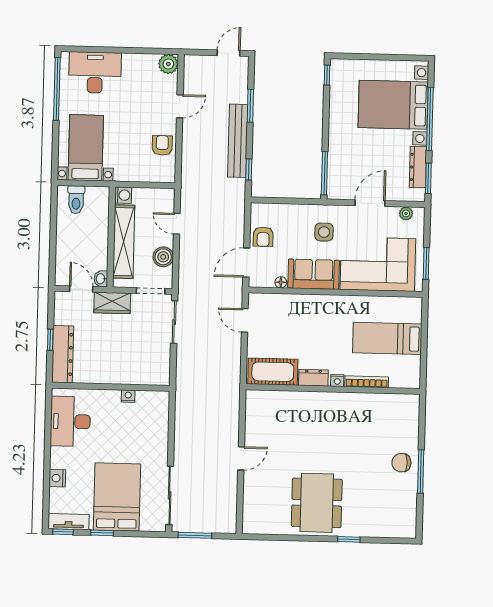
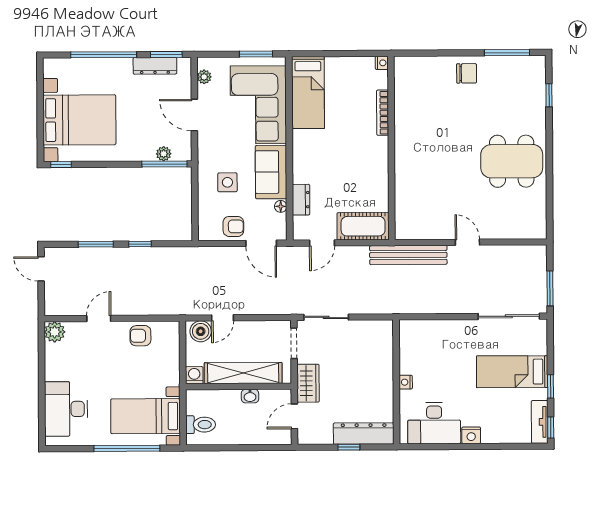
window: (57, 89) -> (127, 448), moved
bed with nightstands: (393, 105) -> (79, 120), moved, turned -90
door: (180, 106) -> (99, 318), hinge flipped
bench: (238, 141) -> (408, 255), moved
window: (249, 170) -> (140, 244), moved
plant: (334, 173) -> (164, 154), added
side table: (324, 232) -> (227, 182), moved
boiler: (163, 257) -> (201, 331), moved
washbasin: (101, 279) -> (250, 396), moved
bed: (387, 338) -> (308, 93), moved
cot: (273, 372) -> (363, 226), moved, turned 90
dresser: (313, 378) -> (301, 200), moved, turned 180
nightstand: (337, 380) -> (382, 63), moved
nightstand: (128, 396) -> (406, 382), moved
chair: (401, 463) -> (467, 73), turned -90
window: (421, 472) -> (507, 53), moved
nightstand: (57, 478) -> (471, 435), moved
bed: (117, 497) -> (512, 372), width x0.67
window: (349, 539) -> (549, 95), moved

